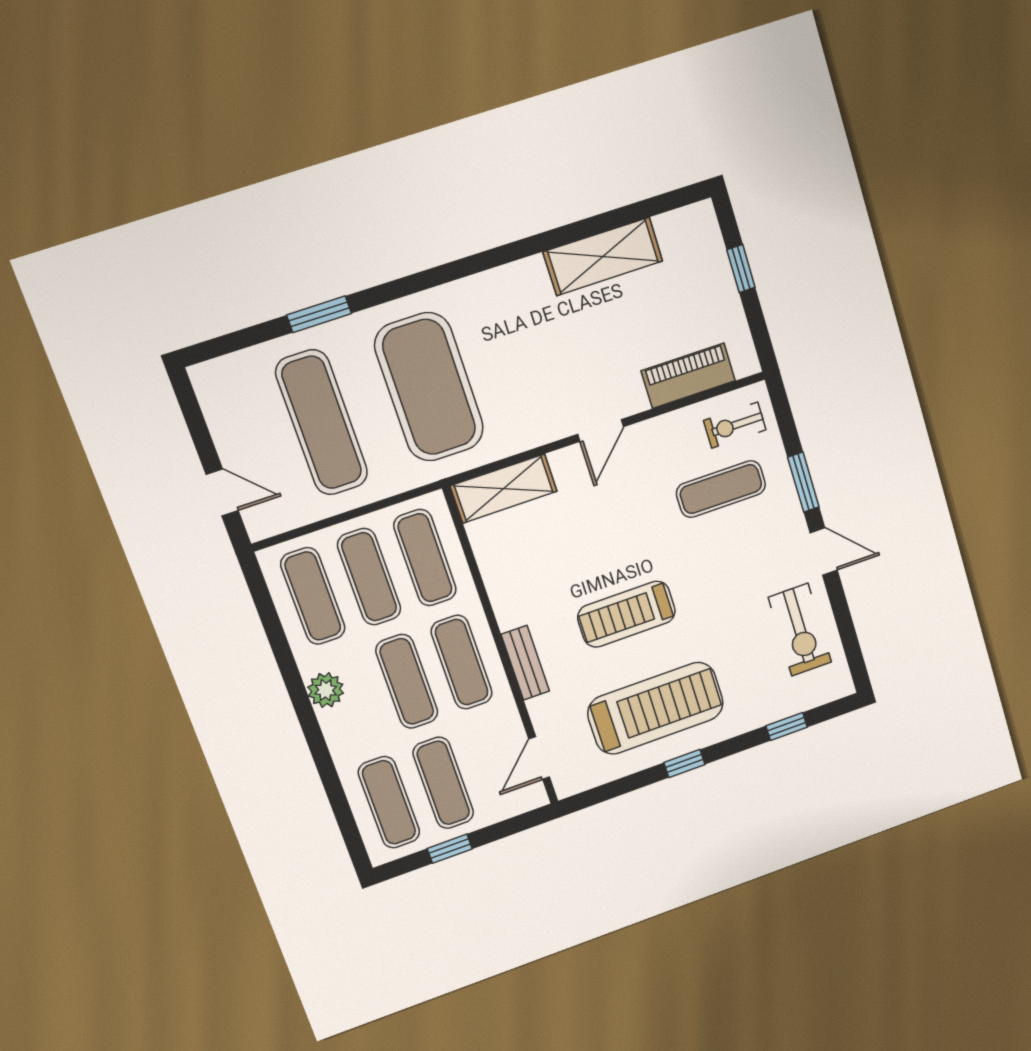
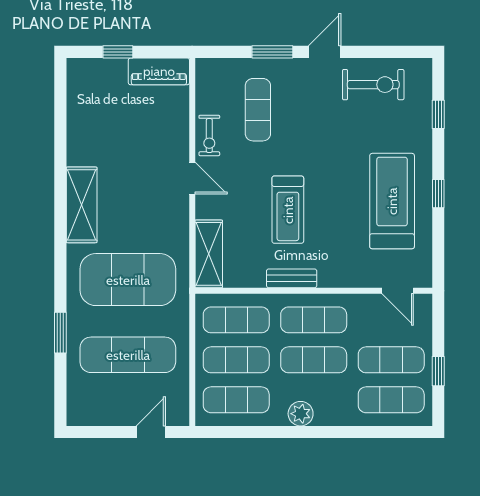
shelving: (603, 256) -> (82, 205), moved
piano: (688, 376) -> (159, 71), moved, turned -90
exercise bike: (735, 425) -> (209, 136), moved
treadmill: (627, 614) -> (288, 210), moved
bench: (525, 663) -> (292, 278), moved

